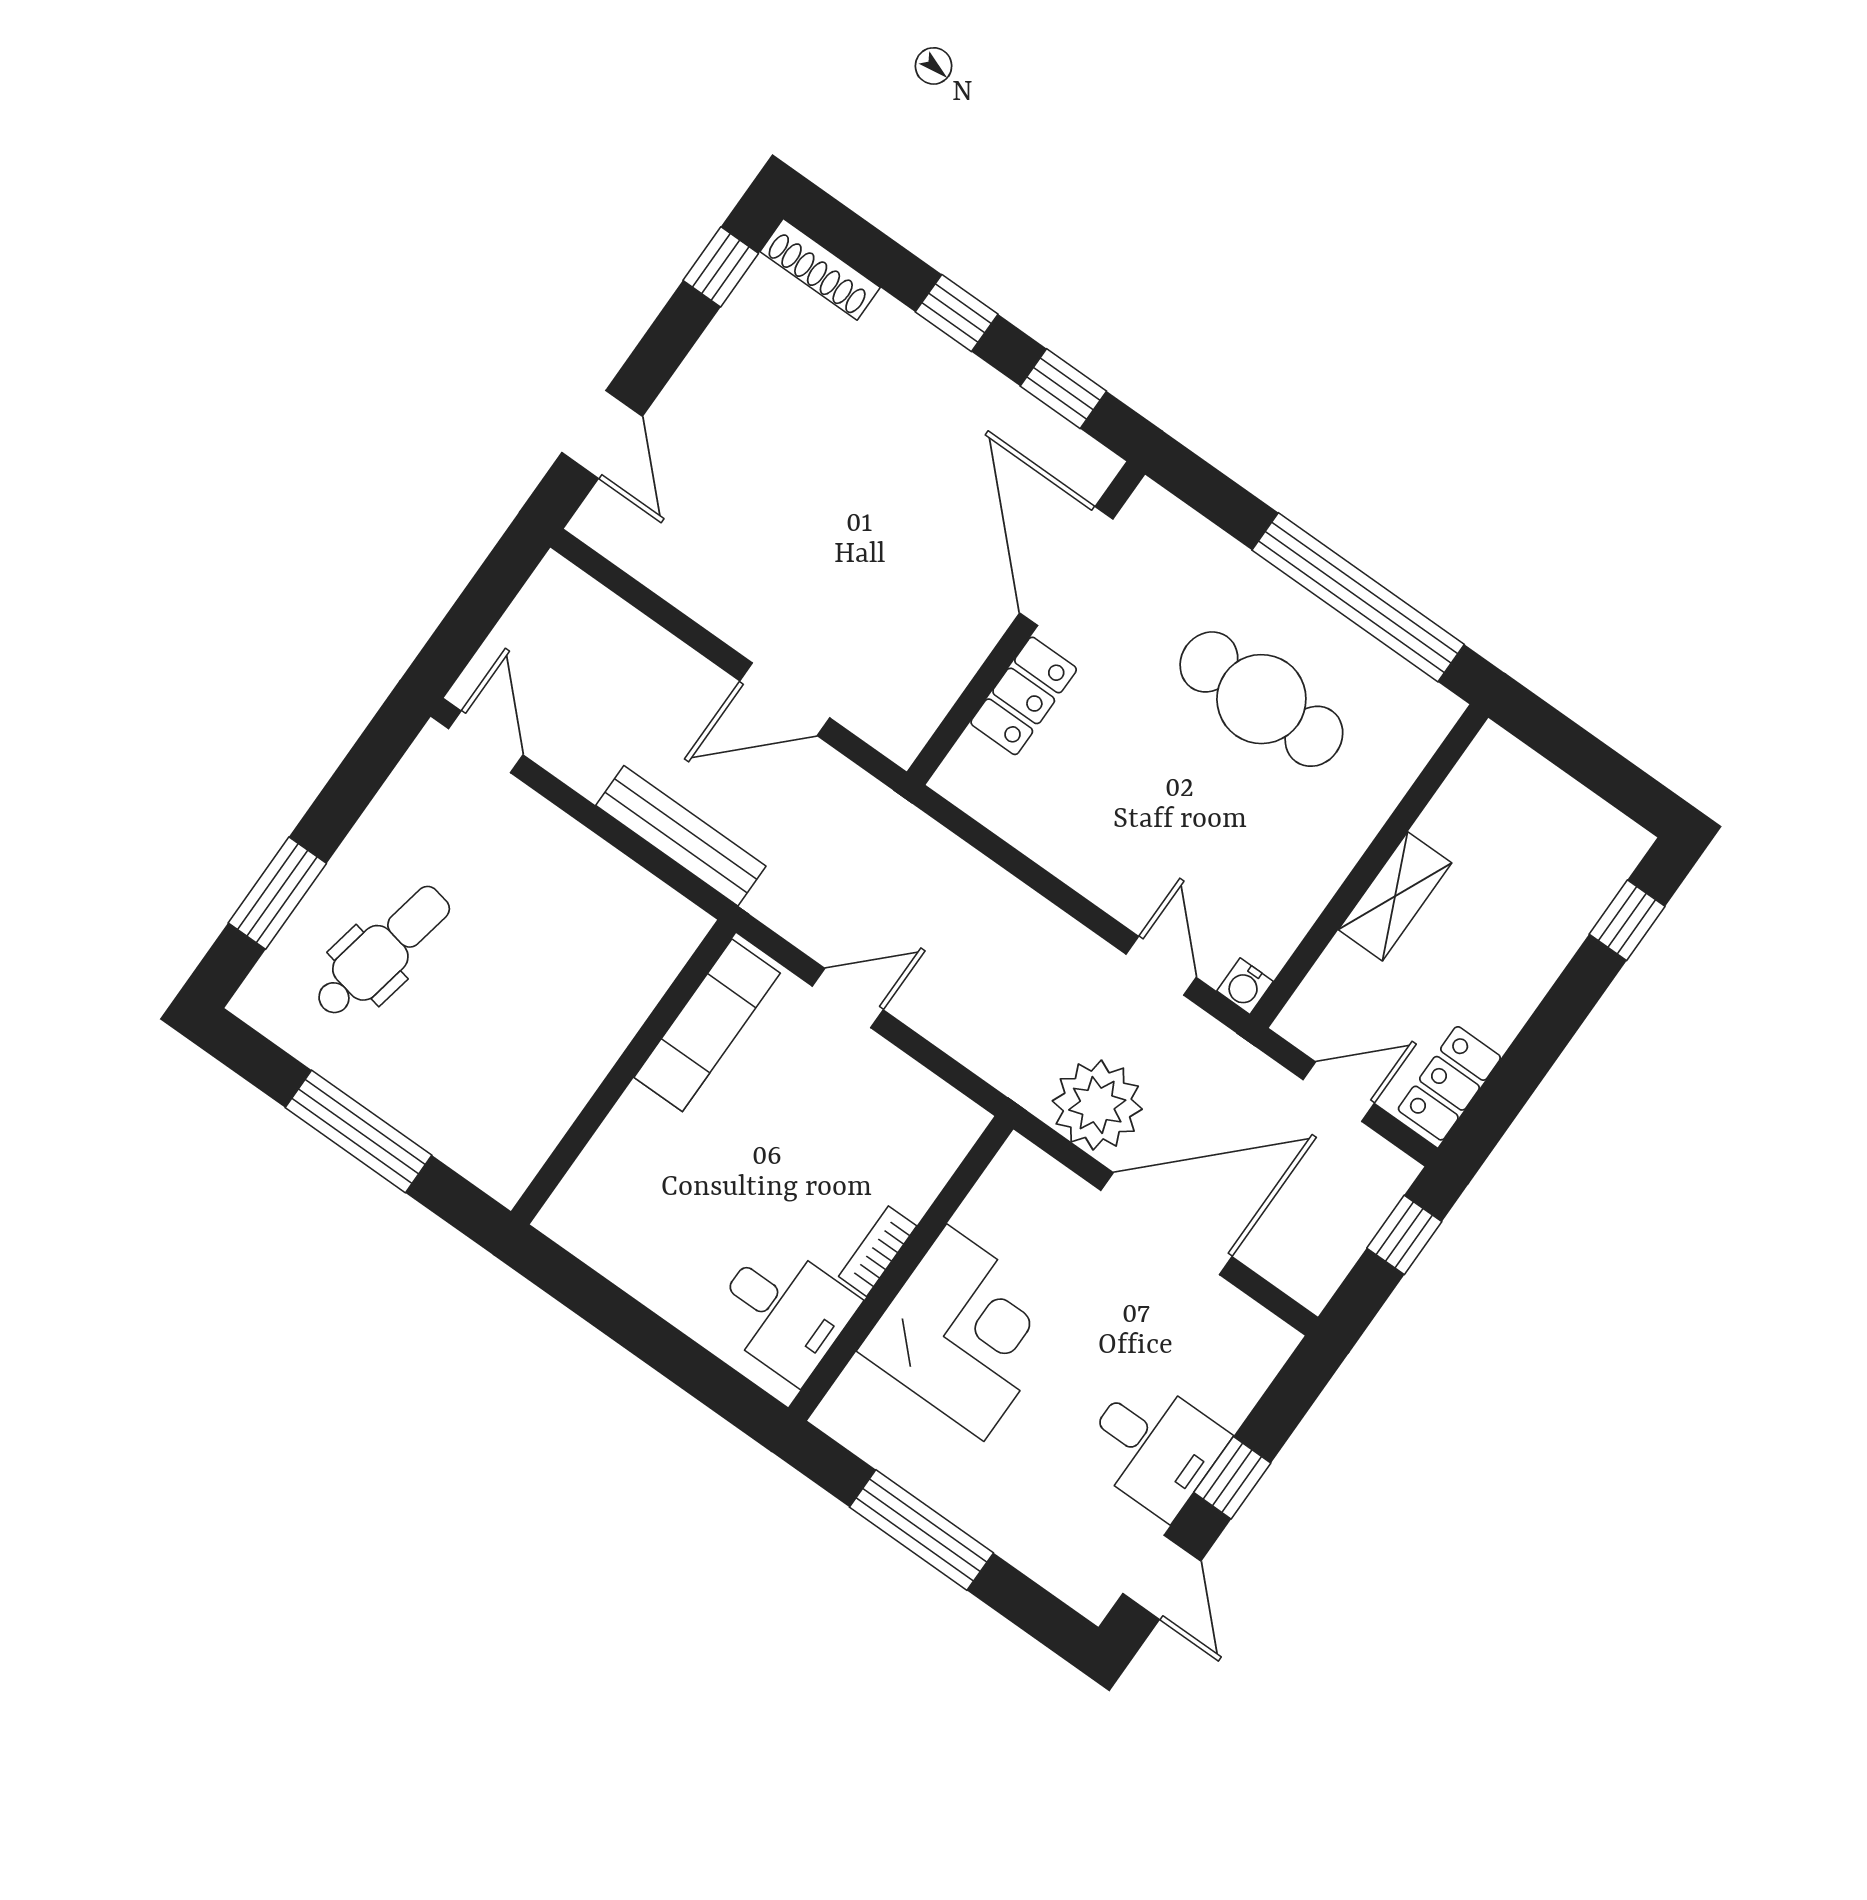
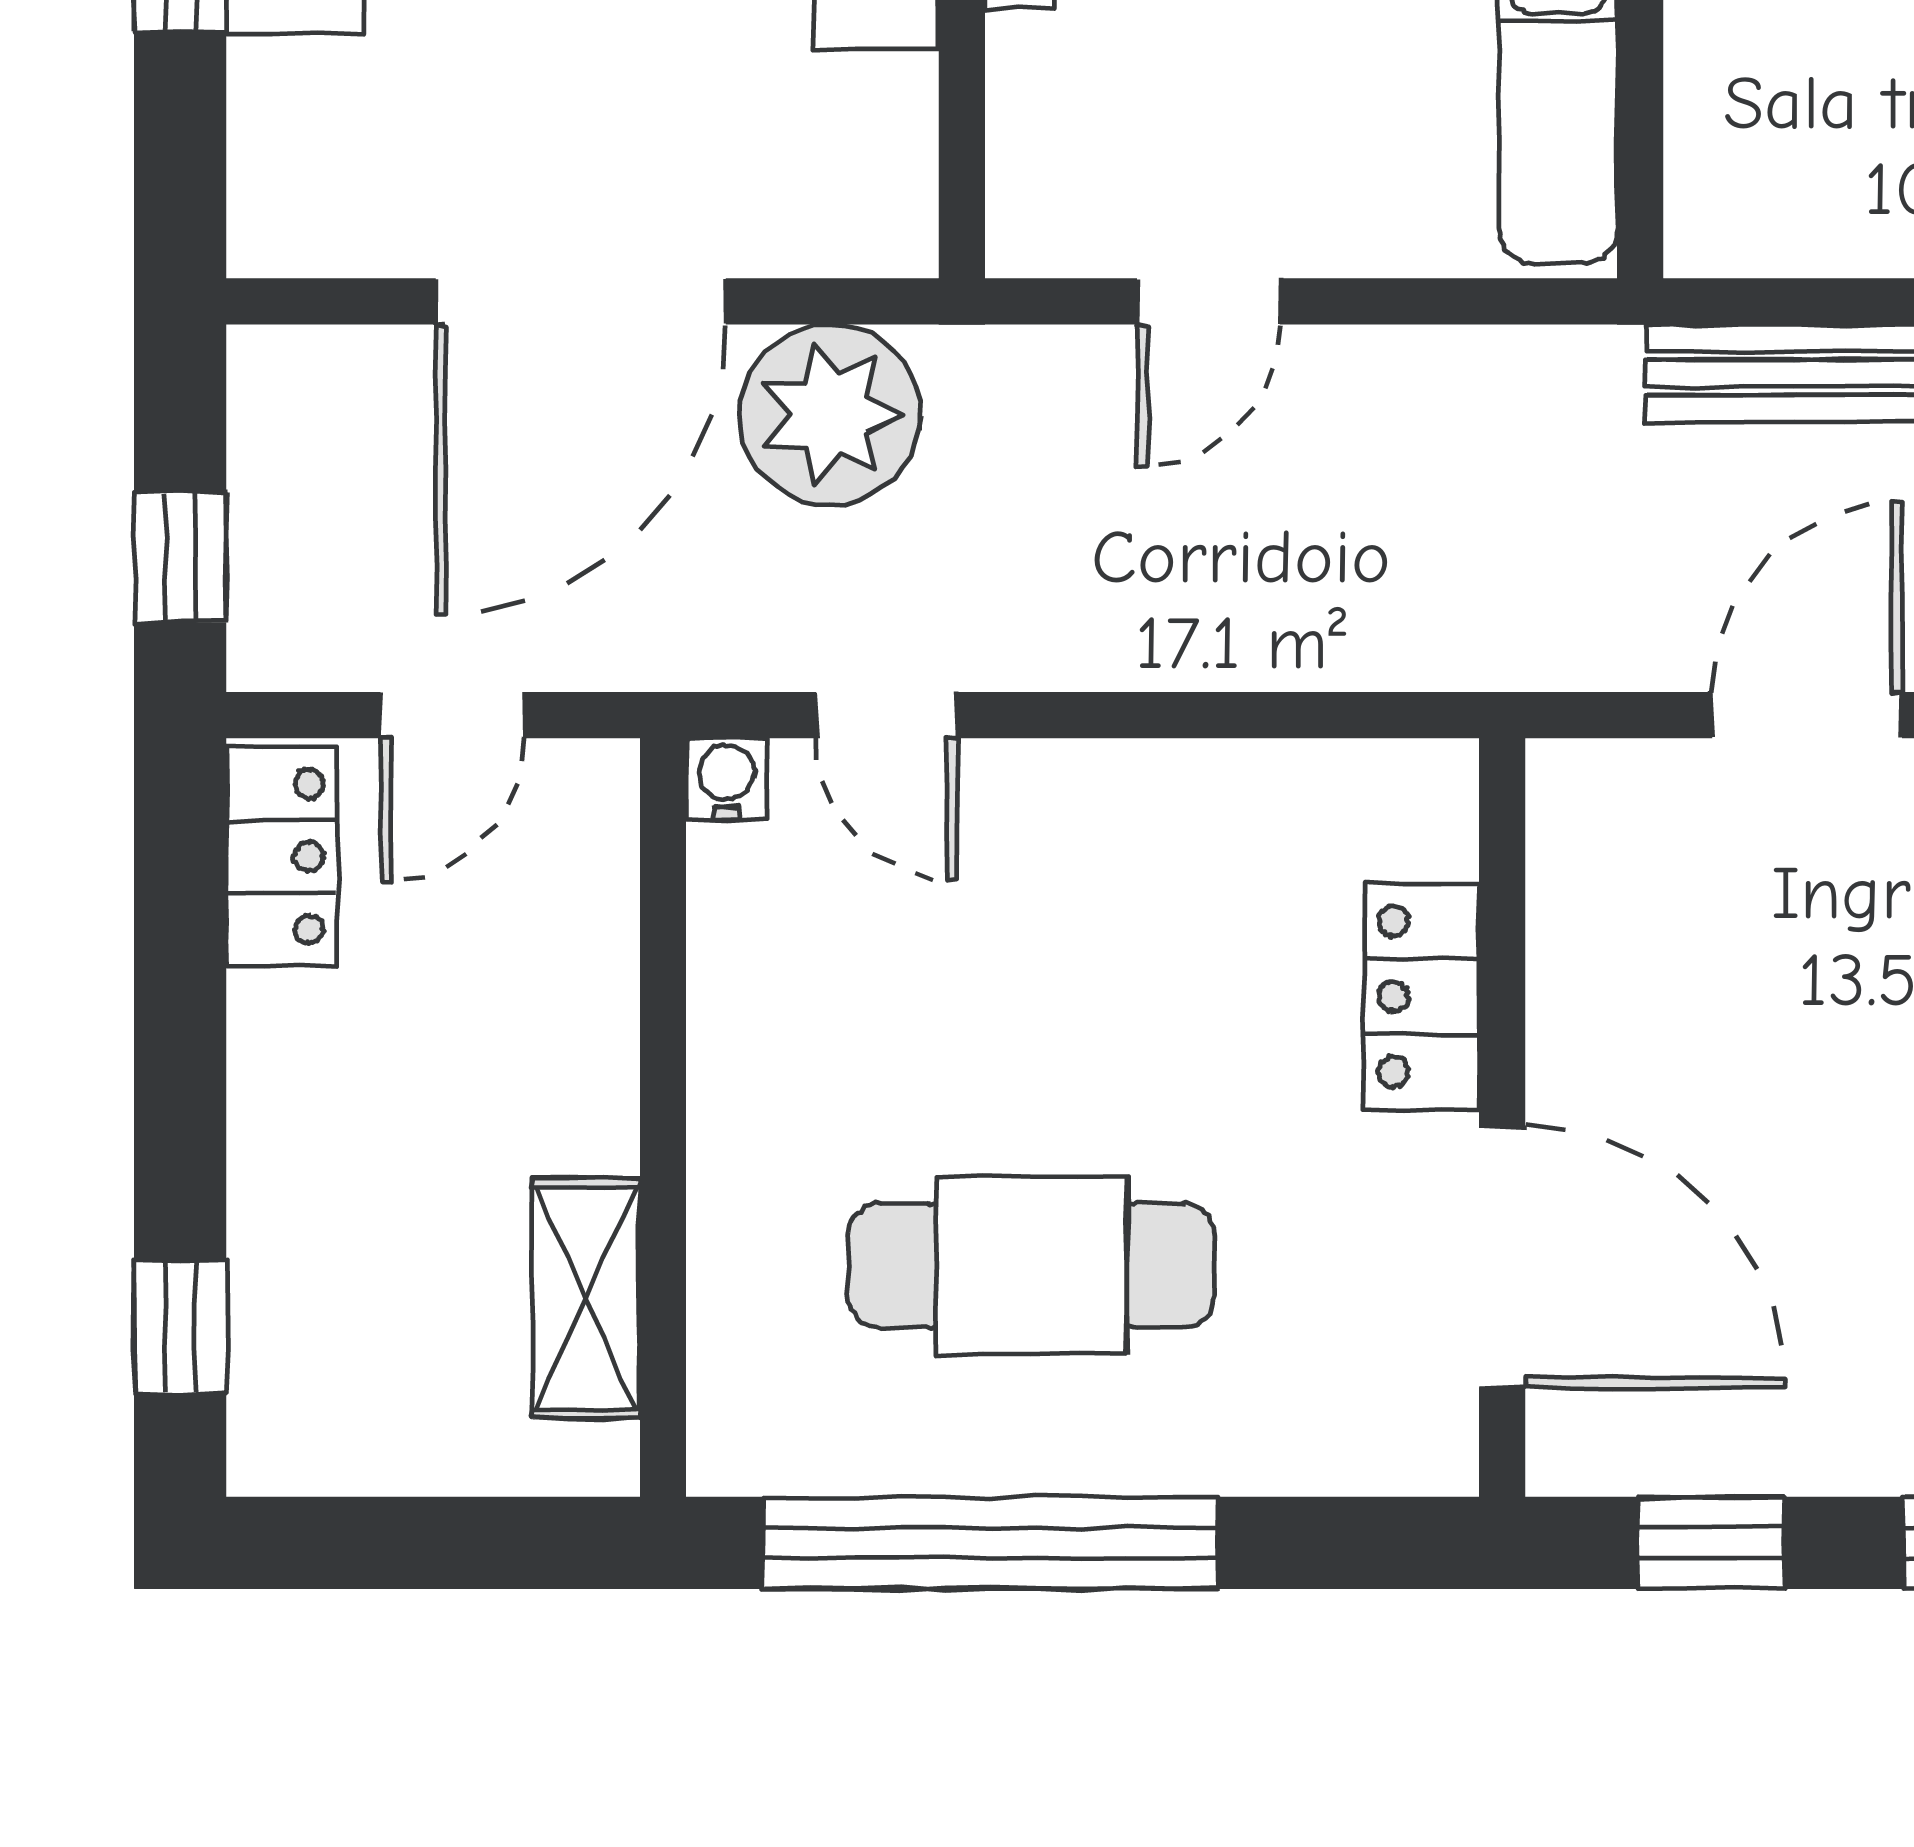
shelving: (1395, 896) -> (586, 1298), moved
door: (848, 998) -> (1208, 301), moved

